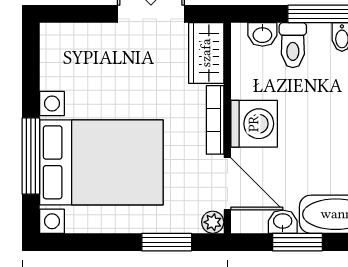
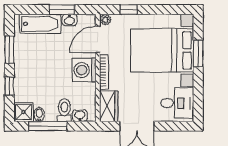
desk: (72, 59) -> (177, 103), added
window: (31, 156) -> (198, 54), width x0.69
door: (227, 184) -> (98, 39), hinge flipped
window: (167, 242) -> (129, 10), width x0.67

